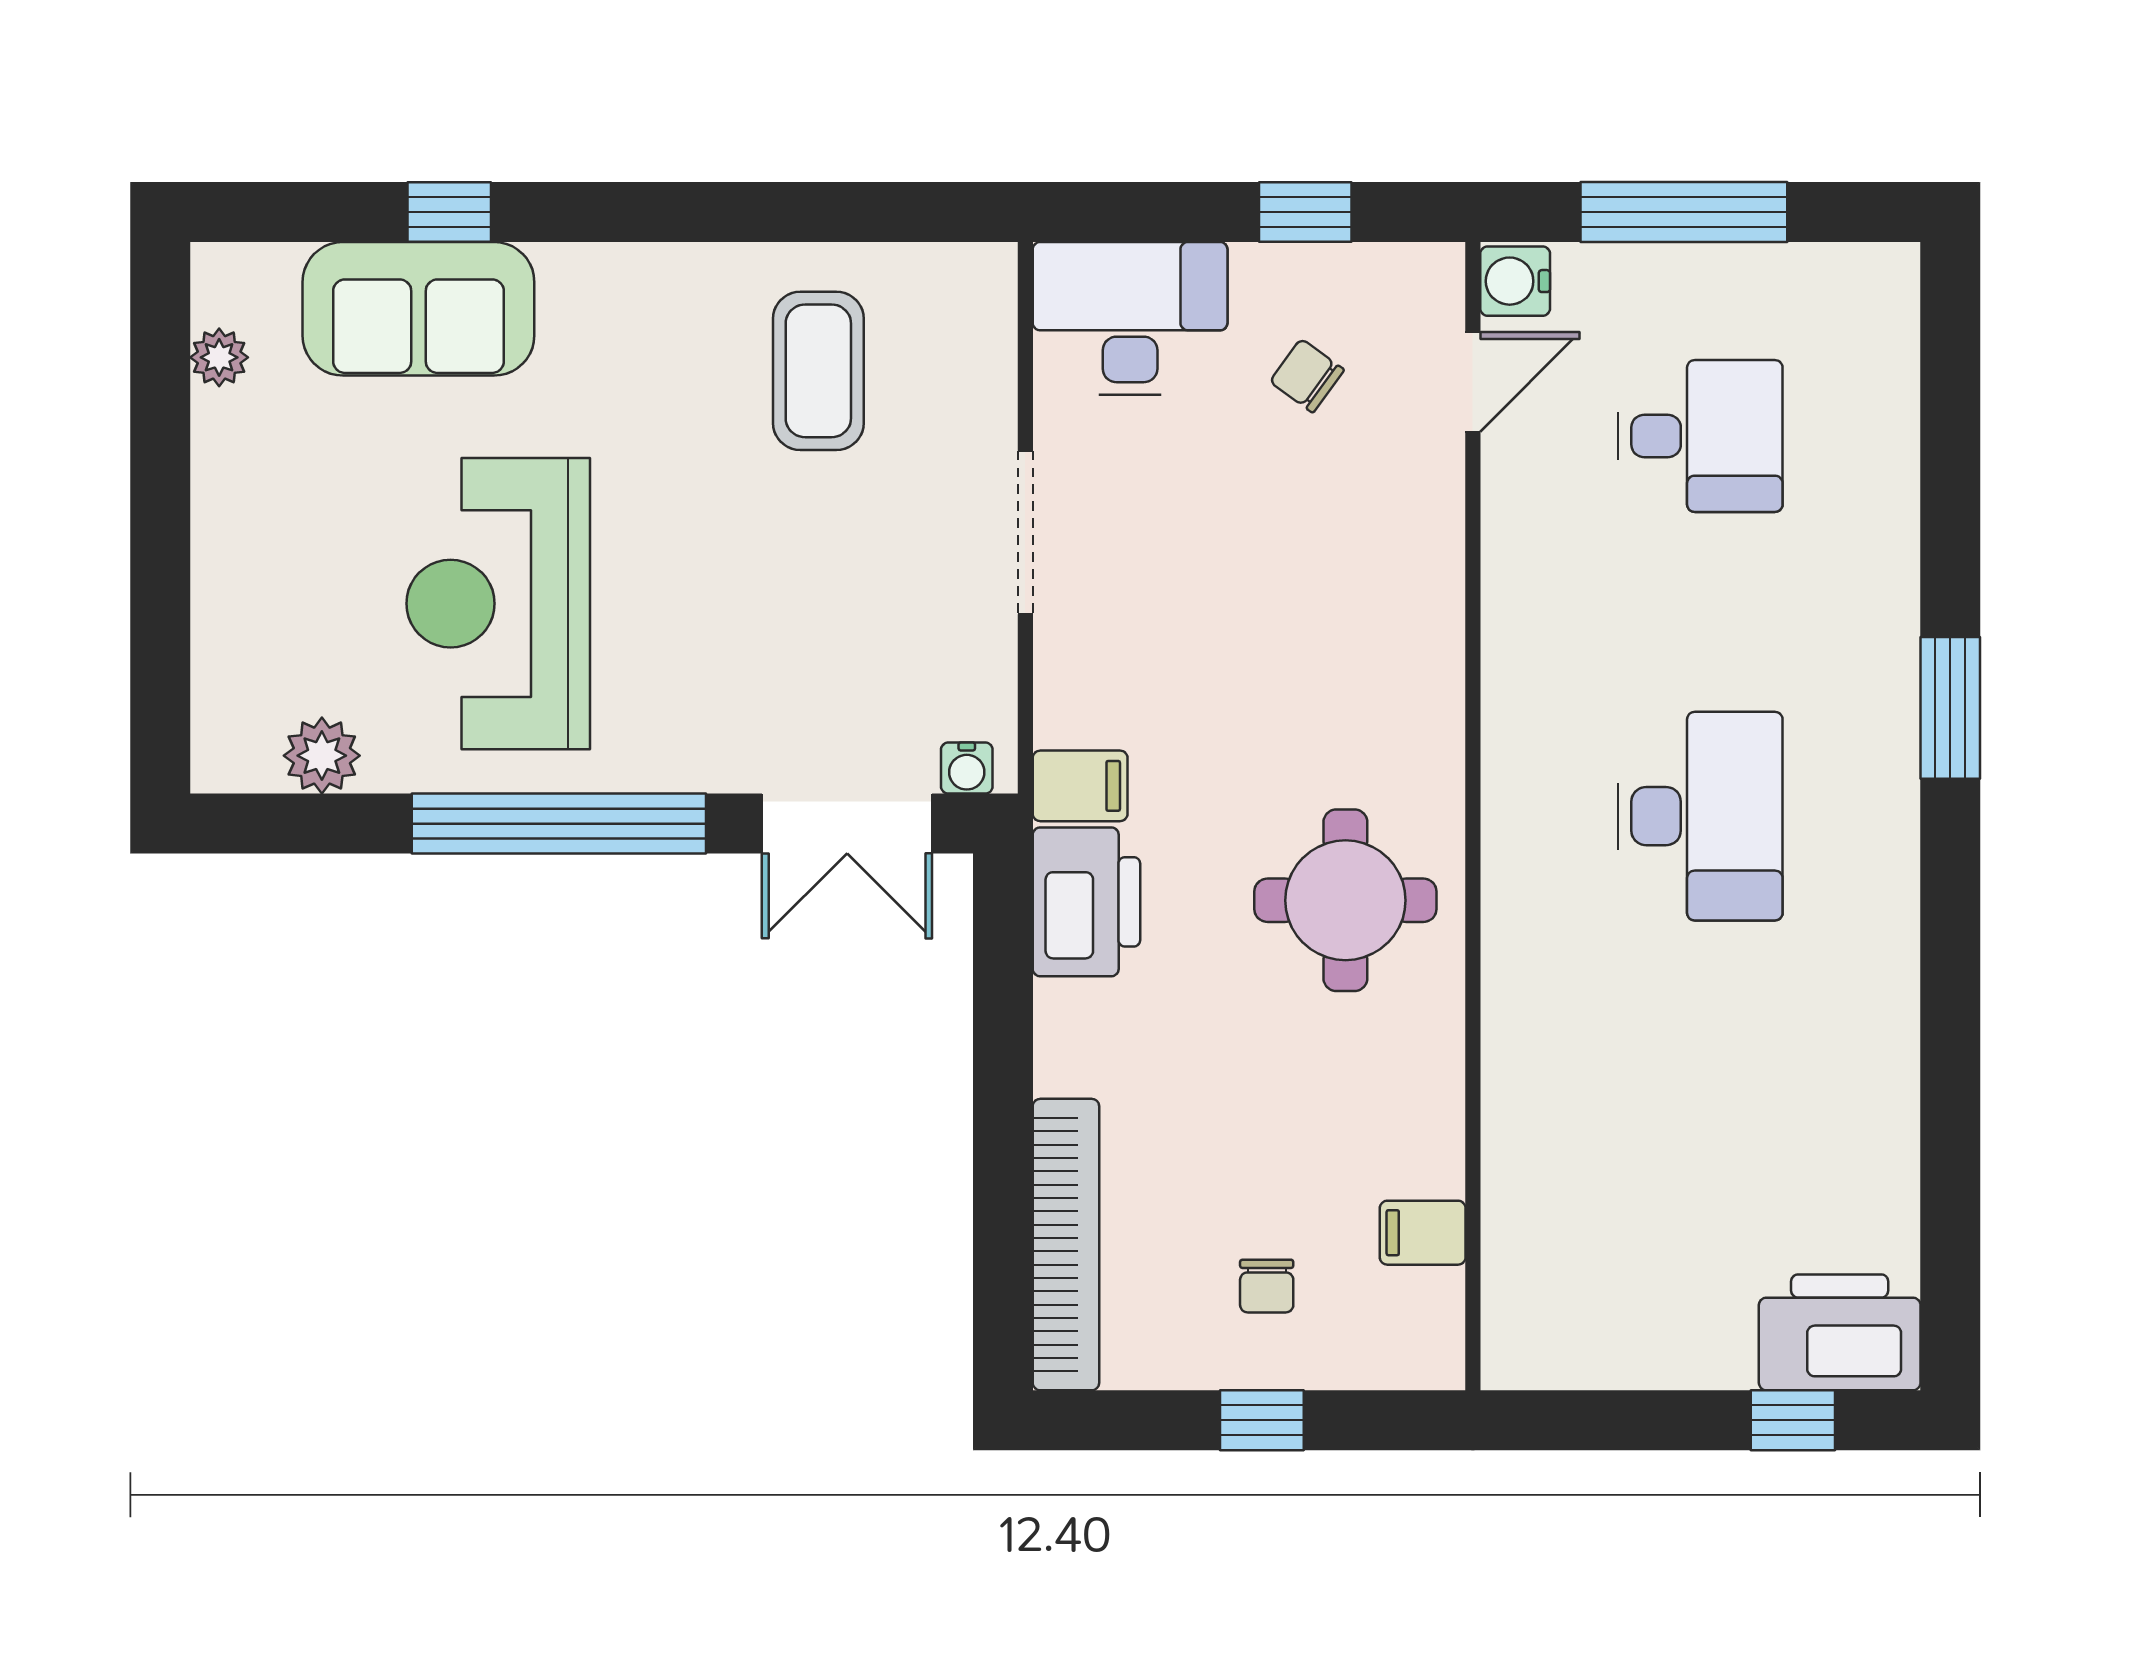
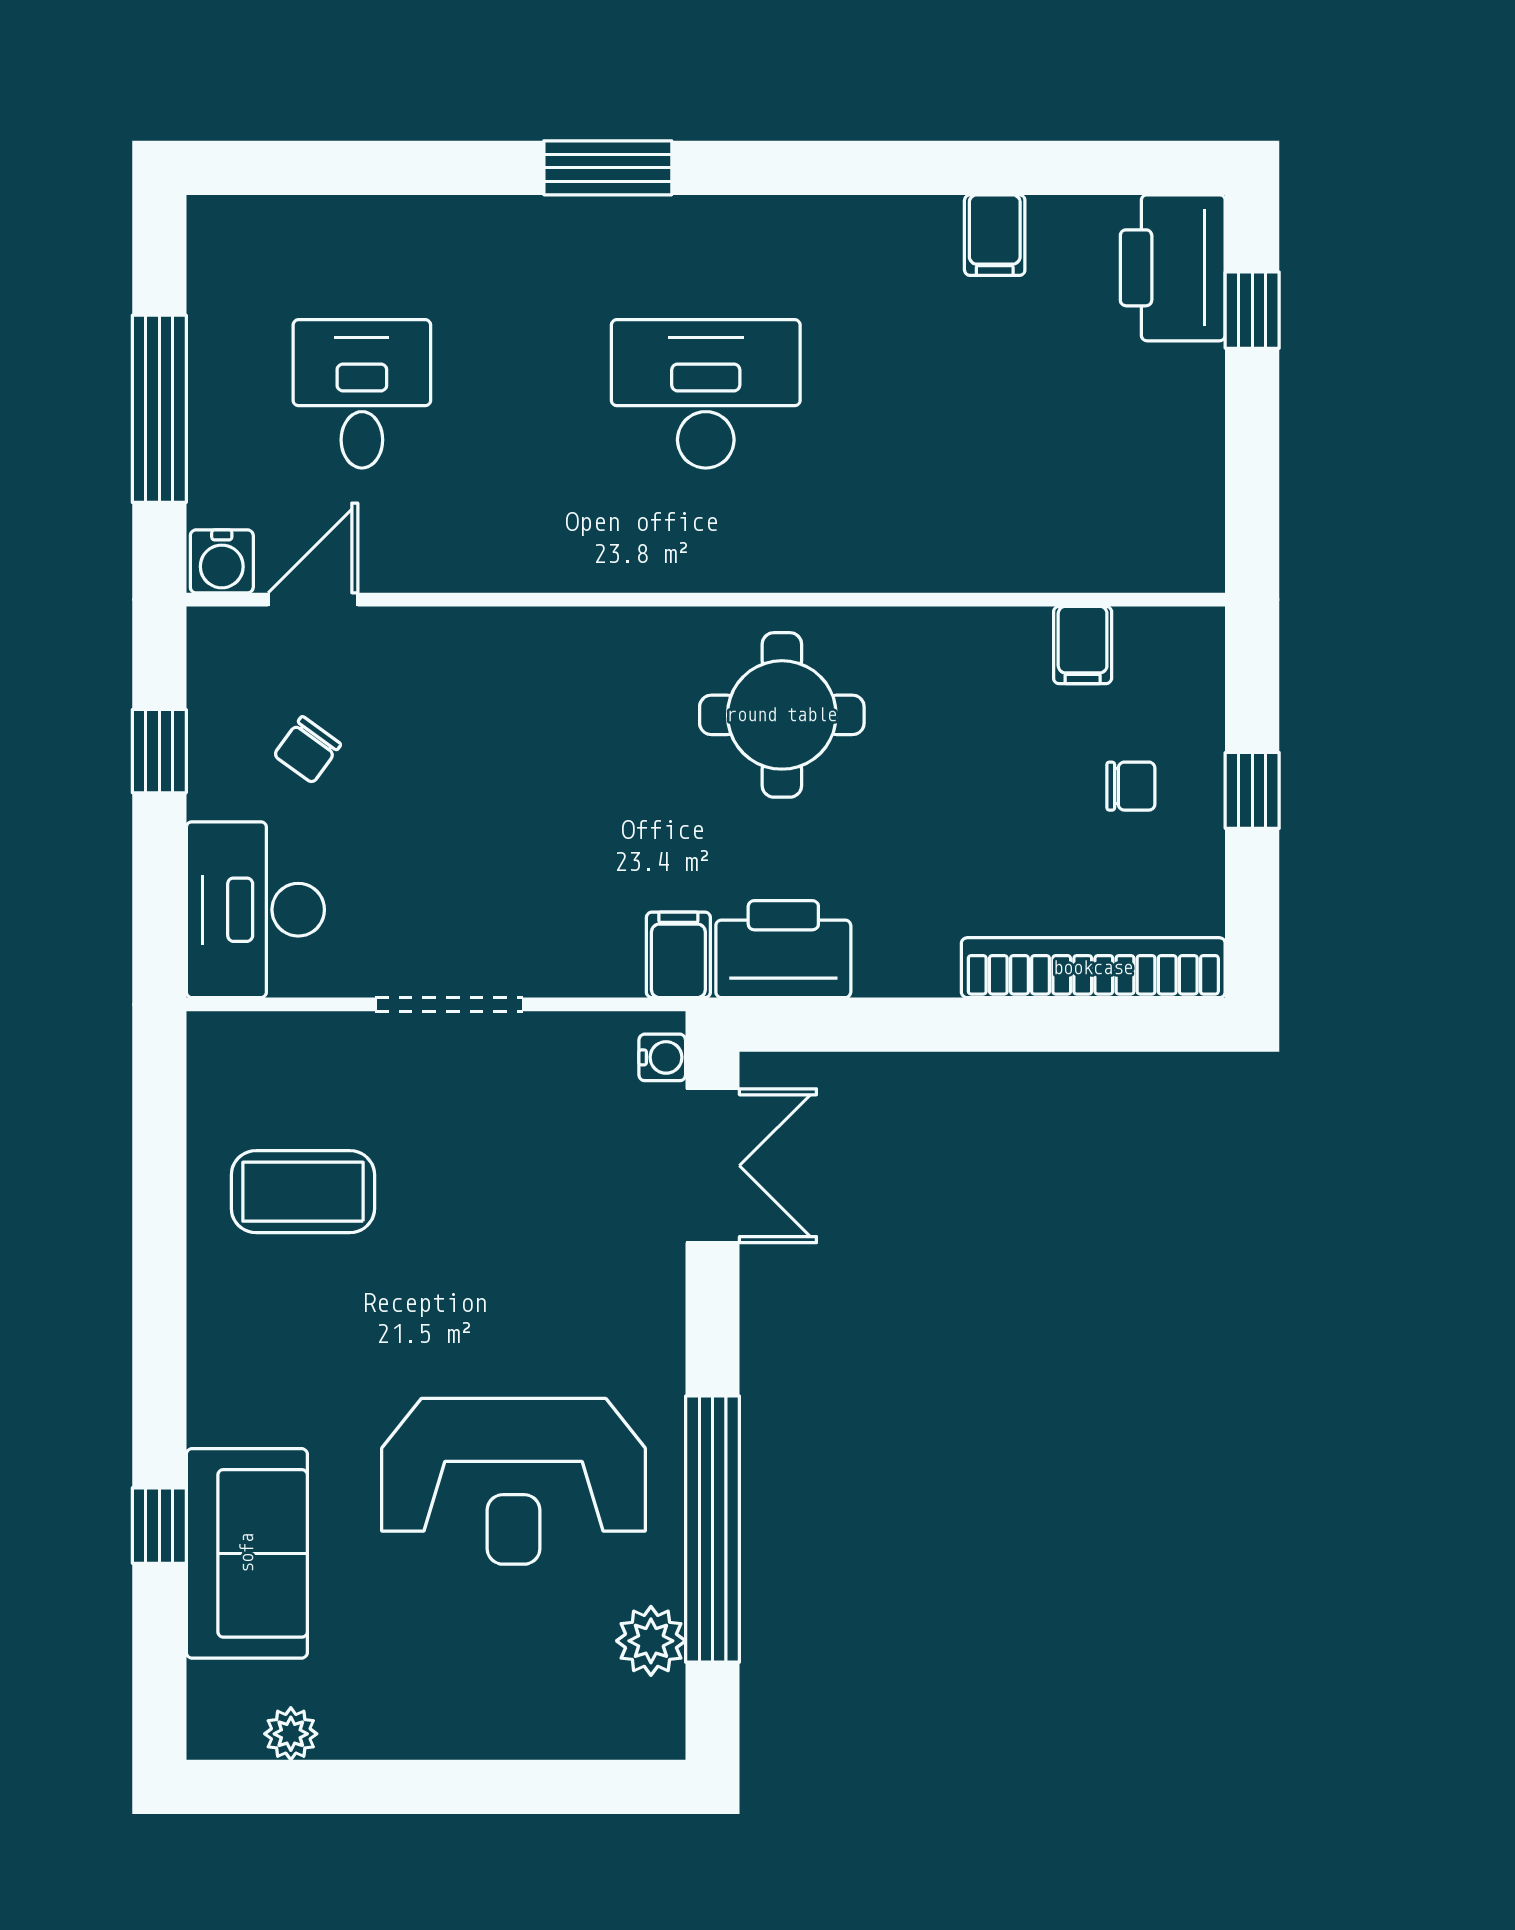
door: (1473, 382) -> (313, 600), hinge flipped
window: (559, 824) -> (712, 1529), moved
filing cabinet: (1876, 1136) -> (995, 235), added

